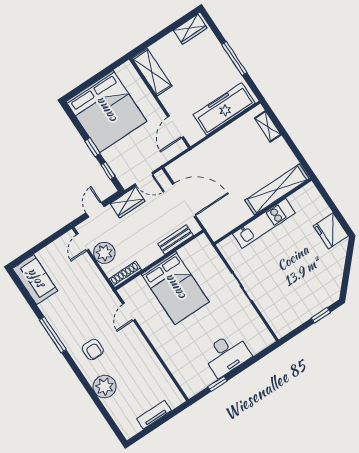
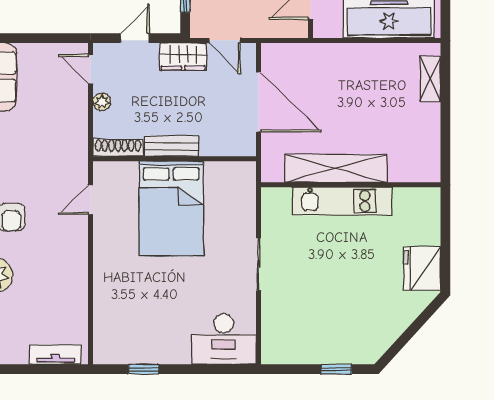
shelving: (277, 189) -> (336, 168), moved
bench: (175, 240) -> (172, 146), moved
door: (83, 242) -> (91, 69), hinge flipped
plant: (104, 253) -> (102, 102), width x0.53, depth x0.53
desk: (227, 354) -> (224, 339), moved
tv unit: (154, 415) -> (55, 355), moved

